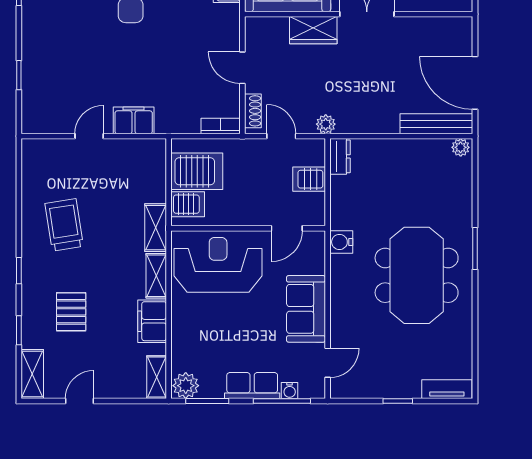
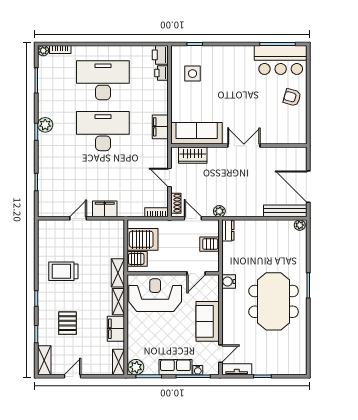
wardrobe: (313, 30) -> (193, 155), moved
trolley: (64, 225) -> (63, 271), turned -81
tv unit: (447, 389) -> (237, 369), moved

